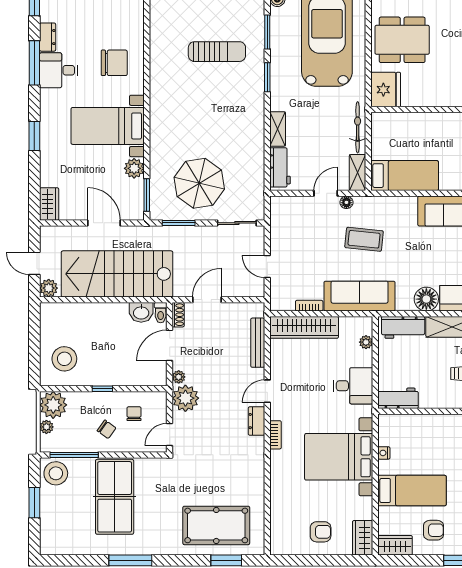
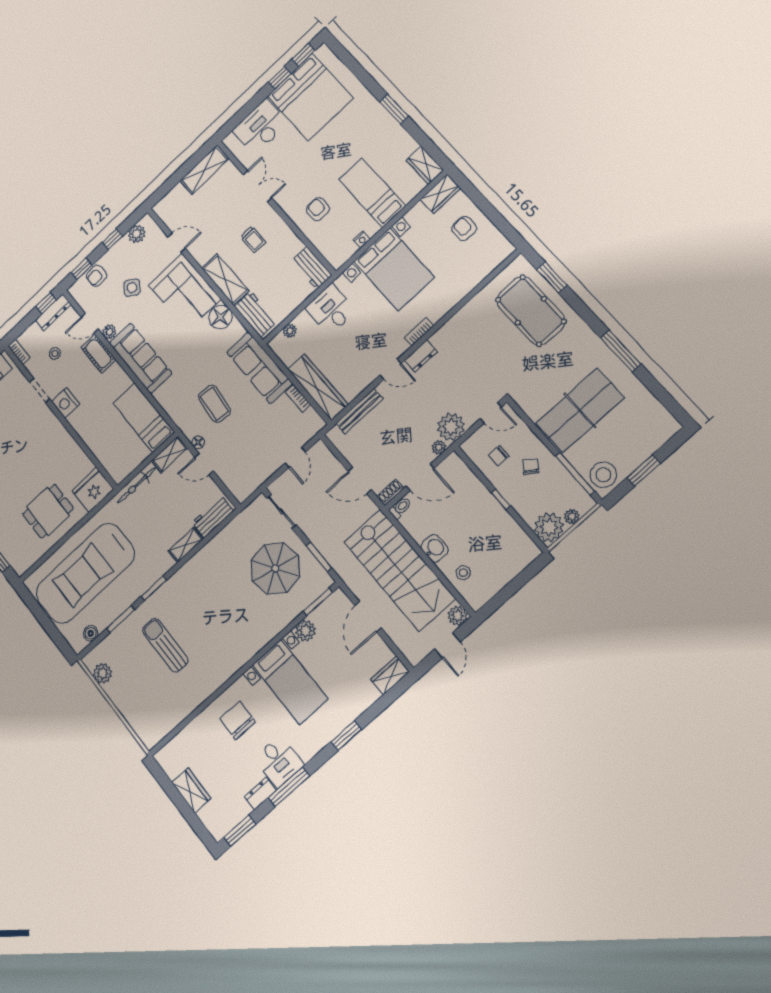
dining table: (402, 40) -> (48, 511), width x0.73
washbasin: (141, 312) -> (435, 548), moved
stool: (64, 359) -> (463, 573), moved, width x0.53, depth x0.53
armchair: (434, 530) -> (318, 209), moved

